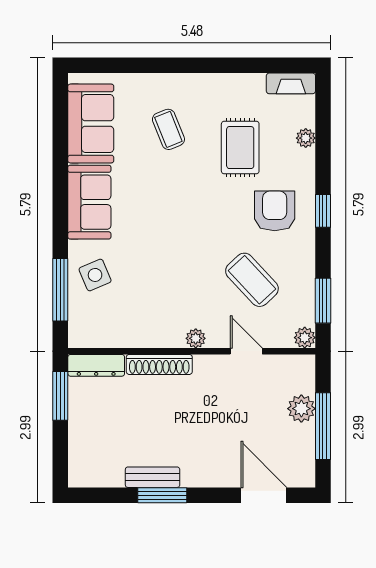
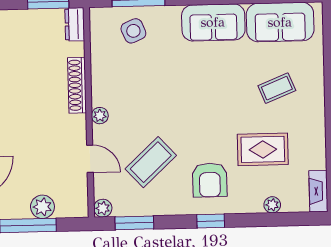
armchair: (275, 211) -> (210, 180), turned 90
side table: (95, 275) -> (133, 31), moved
door: (246, 351) -> (90, 159), hinge flipped
dresser: (96, 365) -> (75, 24), width x0.70

